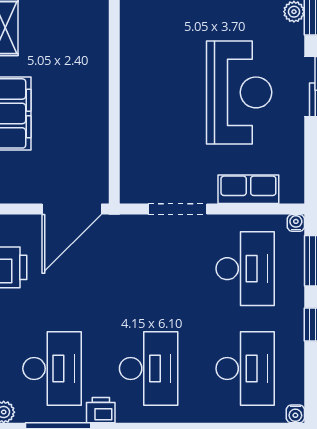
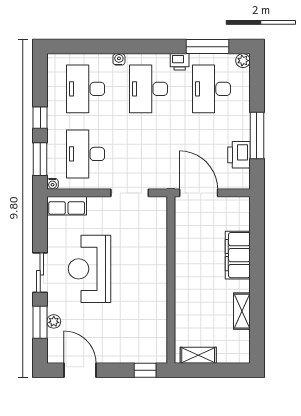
row of seats: (248, 189) -> (67, 206), moved
door: (72, 209) -> (199, 193), hinge flipped
water cooler: (295, 414) -> (119, 59), moved

